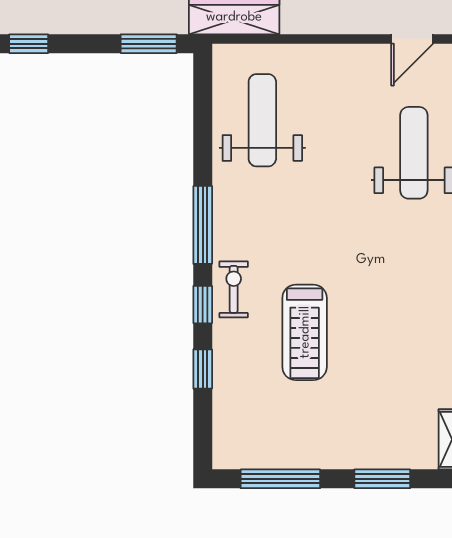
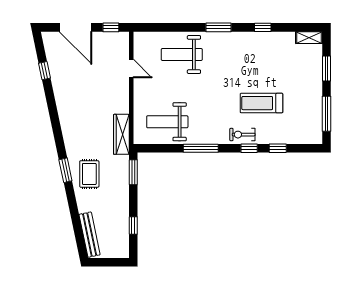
door: (412, 39) -> (131, 68), moved
window: (203, 225) -> (201, 148), moved
treadmill: (305, 332) -> (261, 103), turned 180

